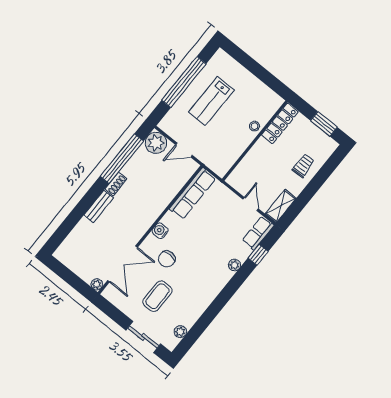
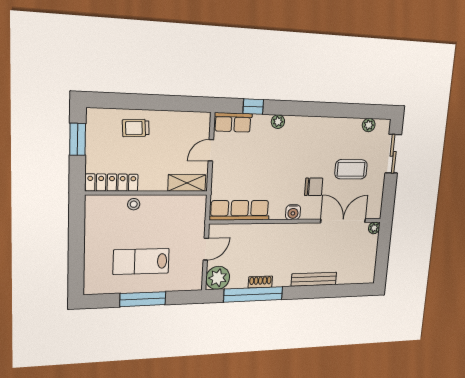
window: (184, 82) -> (143, 299), width x0.68
lab bench: (211, 101) -> (141, 262), turned 180
door: (184, 150) -> (206, 249), hinge flipped
shoe rack: (116, 184) -> (260, 282), moved
bench: (99, 206) -> (314, 279), width x1.36
shelving: (281, 206) -> (187, 183), moved

